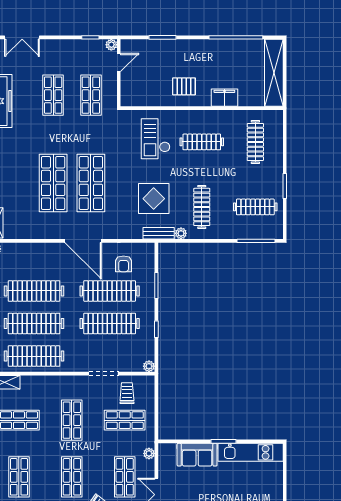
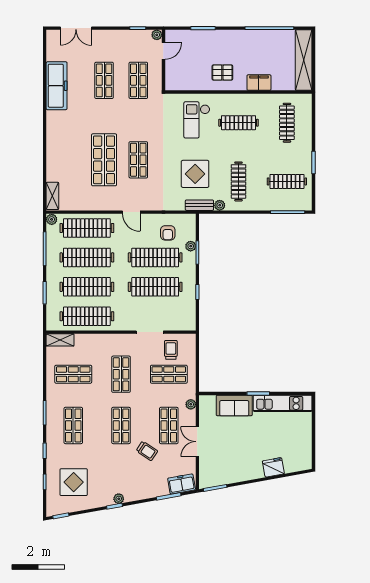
shop shelf: (91, 183) -> (138, 160), width x0.70, depth x0.74
door: (83, 241) -> (131, 212), width x0.53
clothes rail: (34, 258) -> (87, 228), added
plant: (149, 366) -> (191, 246), moved

